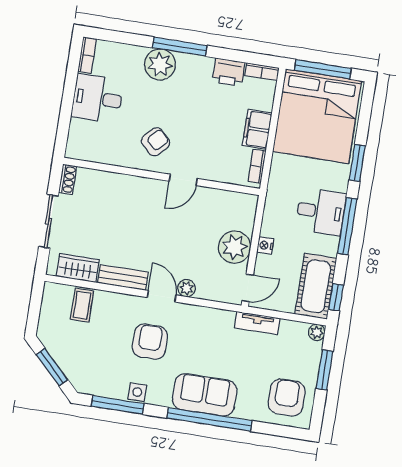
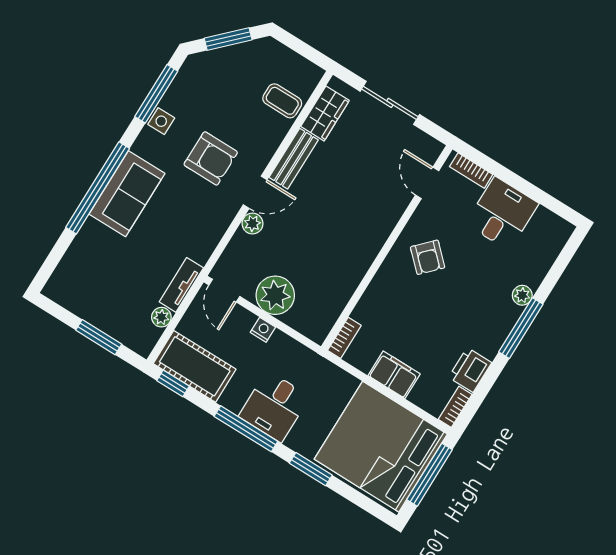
bookcase: (87, 55) -> (471, 171), moved
plant: (160, 65) -> (522, 295), width x0.53, depth x0.53
bookcase: (257, 166) -> (344, 338), moved, turned 90
shoe rack: (68, 179) -> (427, 143), removed
door: (183, 180) -> (427, 183), moved
plant: (317, 332) -> (161, 317), moved
armchair: (287, 397) -> (86, 283), removed

